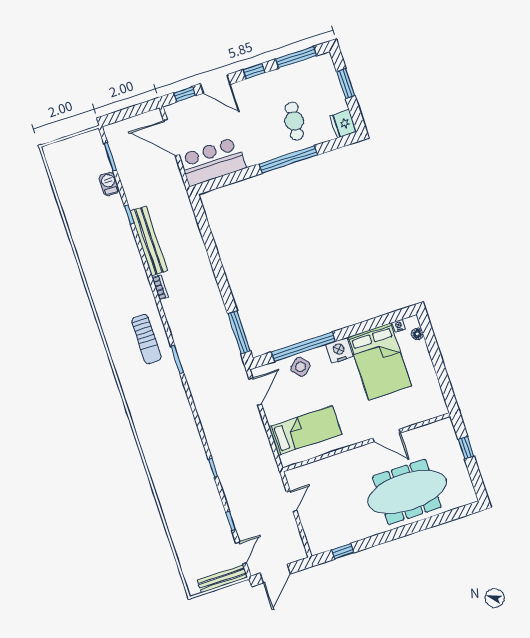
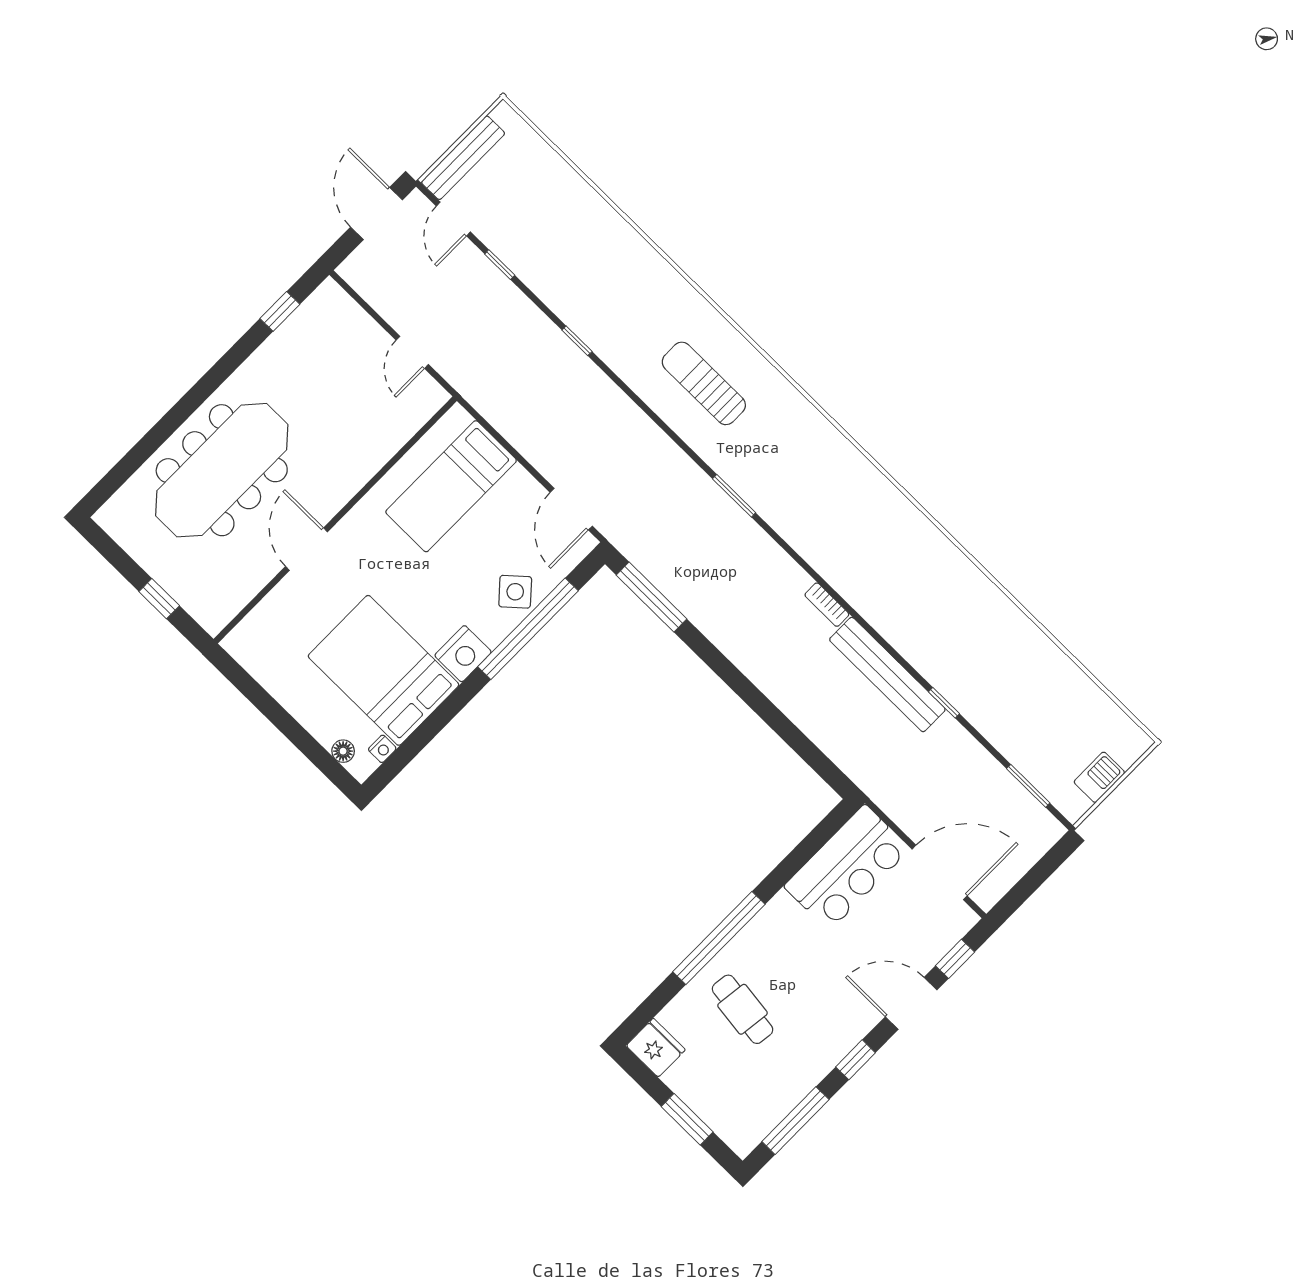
barbecue: (109, 184) -> (1099, 777), moved, turned -90
sun lounger: (146, 339) -> (704, 383), moved
door: (387, 436) -> (307, 549), hinge flipped

